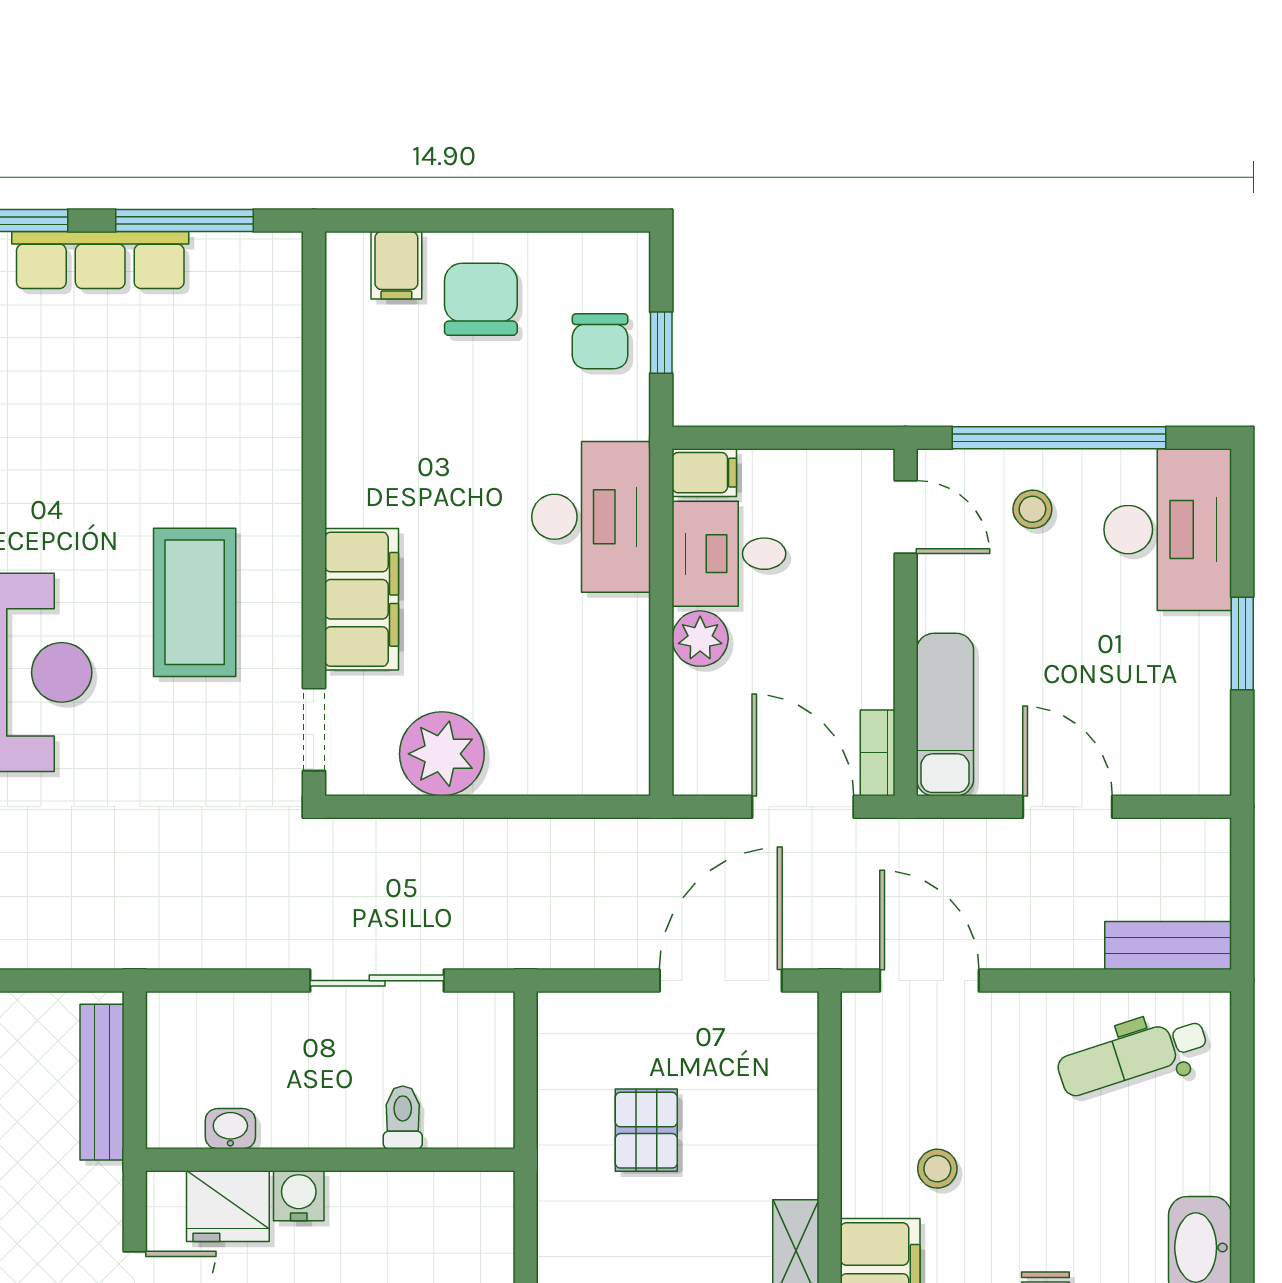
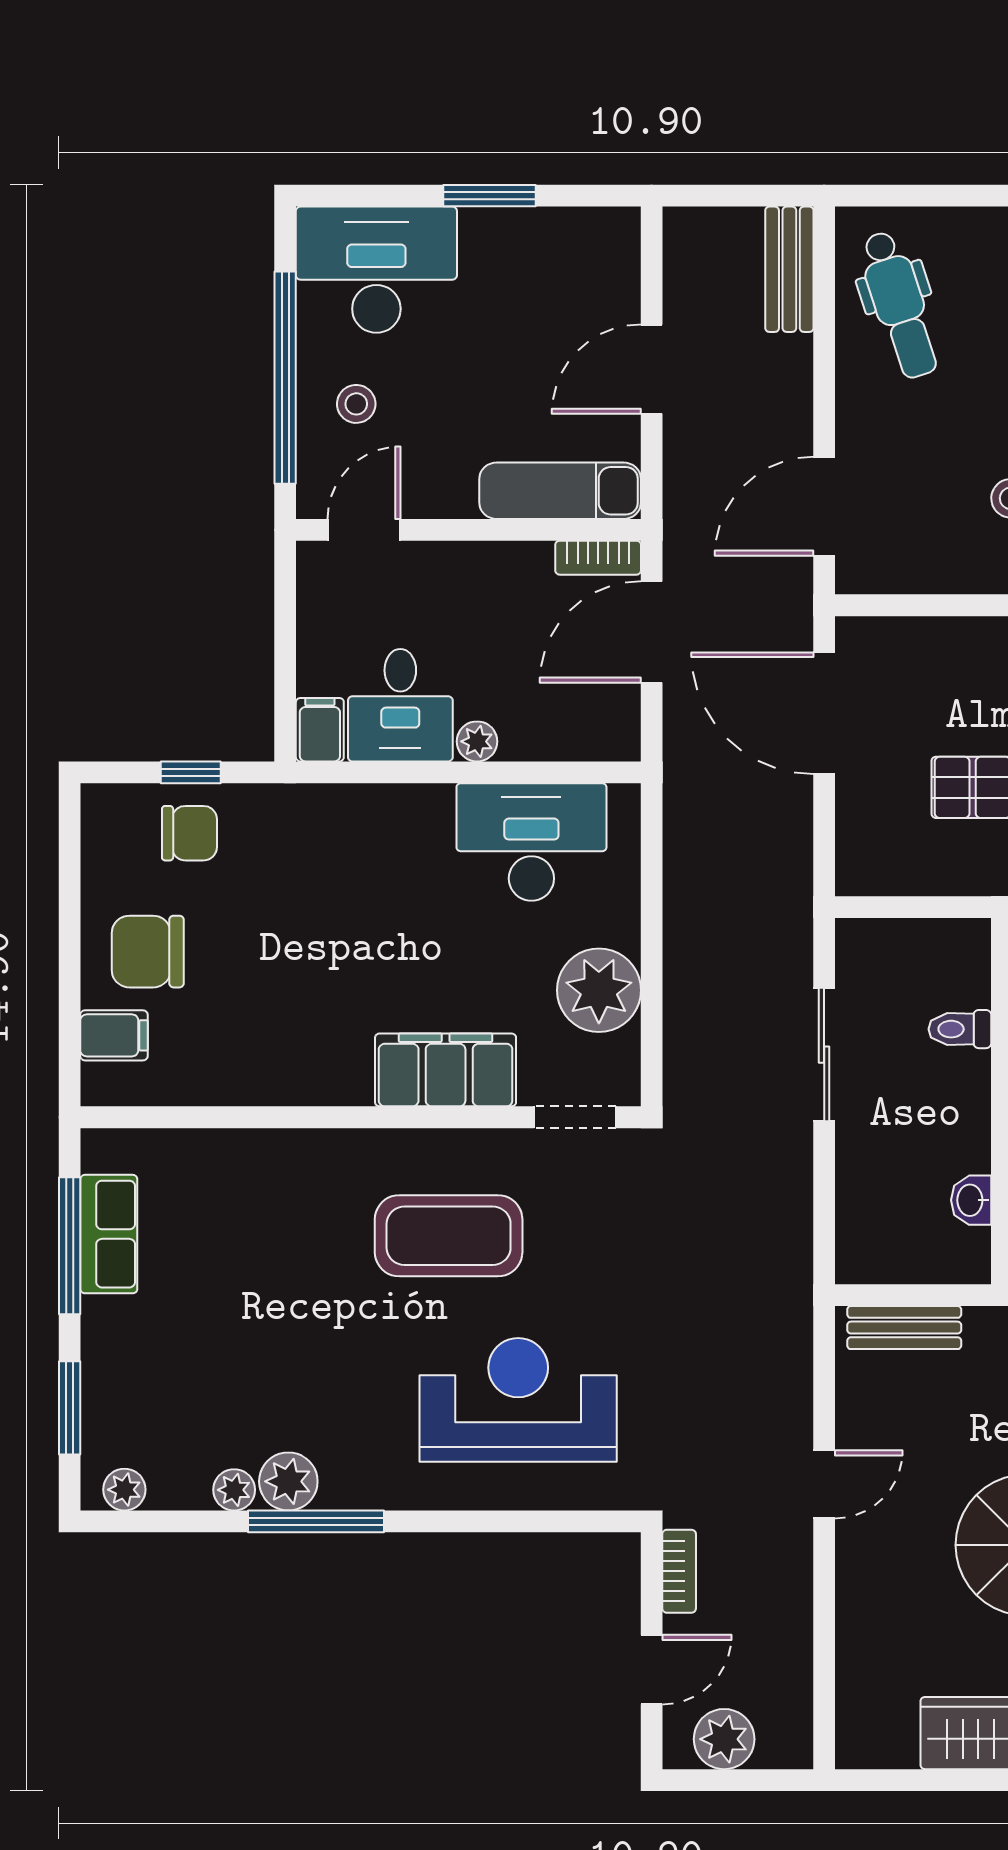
row of seats: (100, 260) -> (109, 1234), moved, width x0.68
desk: (591, 517) -> (531, 842), moved
plant: (700, 639) -> (477, 741), width x0.73, depth x0.73
bench: (102, 1082) -> (904, 1328), width x0.73

